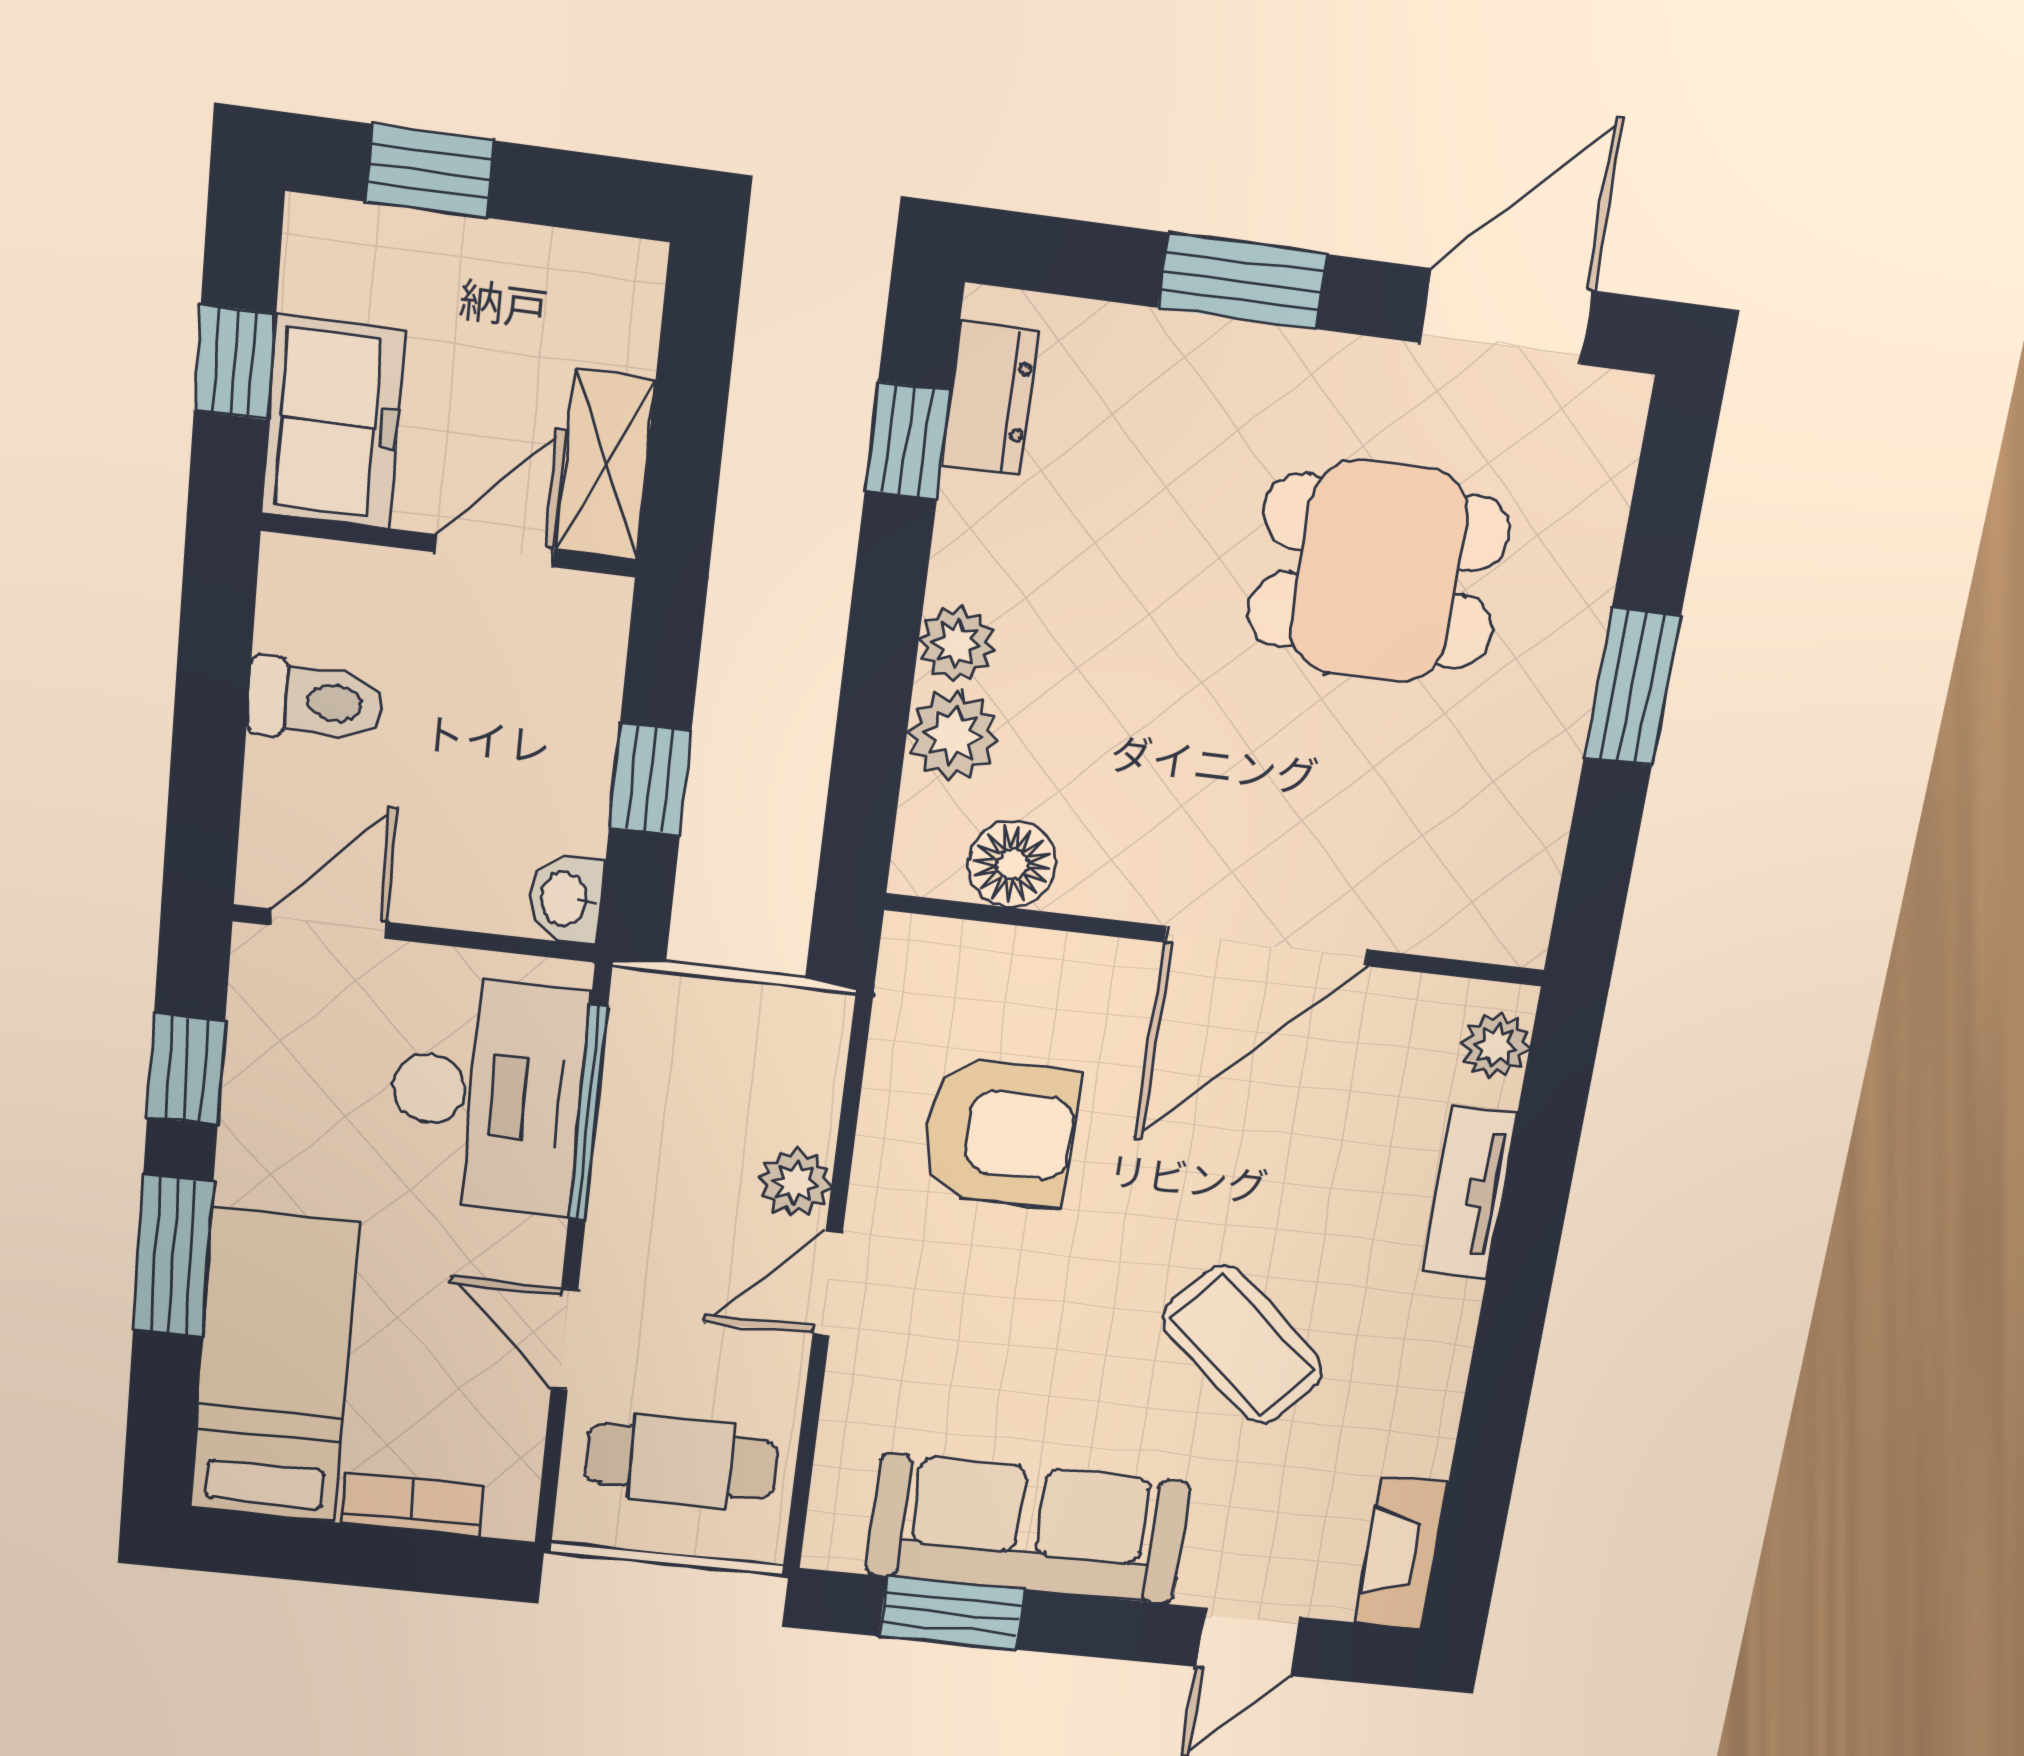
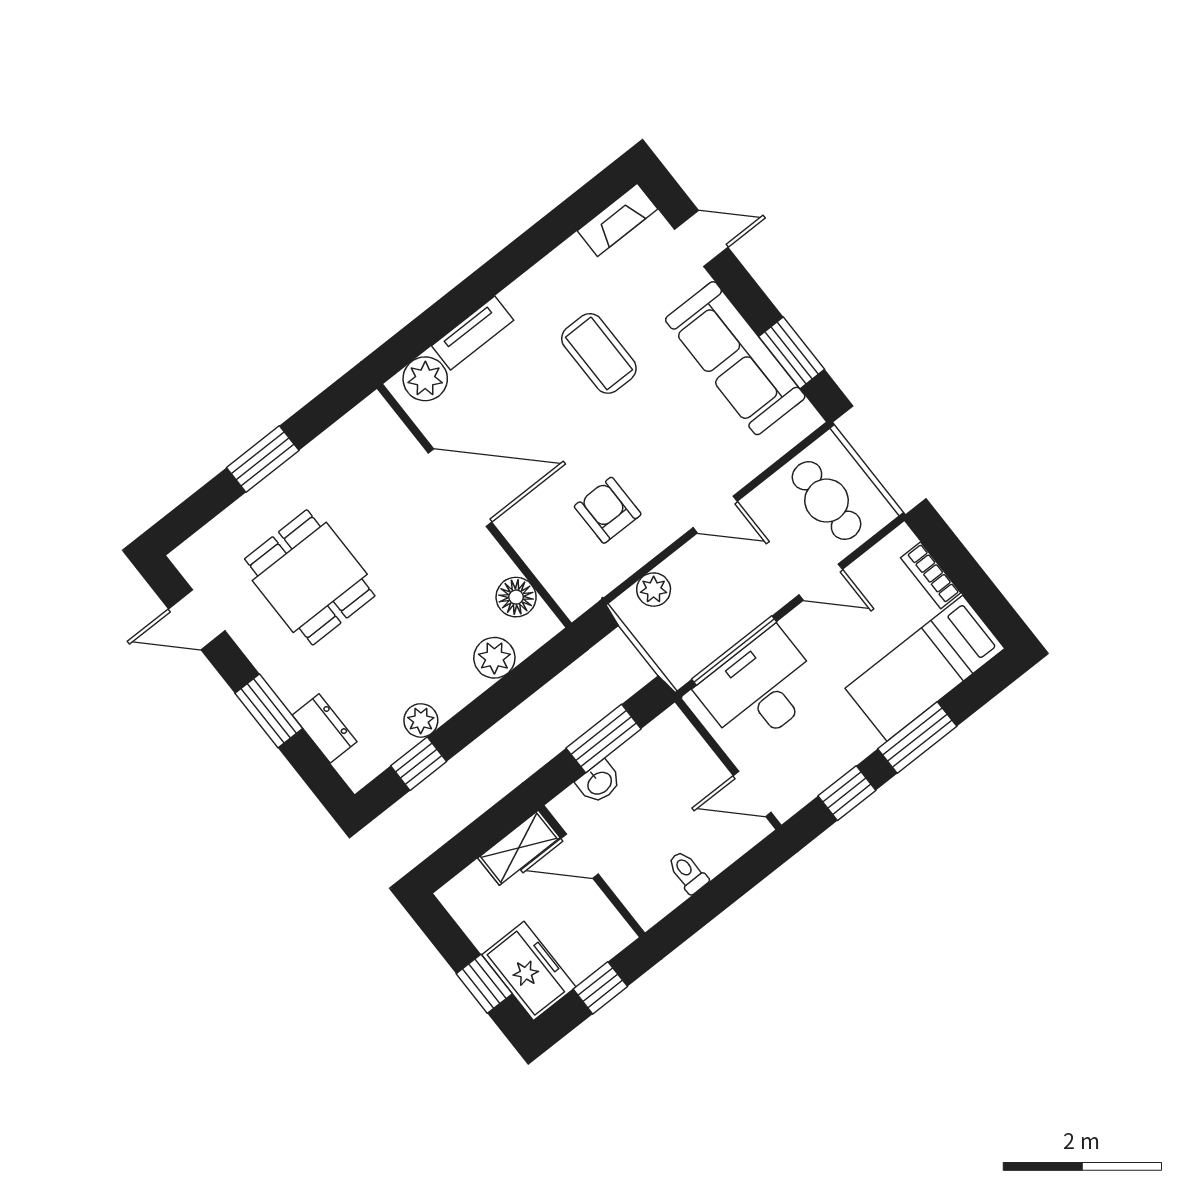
door: (1506, 317) -> (197, 620), width x0.73
dresser: (990, 399) -> (325, 728), moved, turned 90
freezer: (333, 422) -> (529, 971), moved, turned 90
plant: (957, 644) -> (421, 720), moved
toilet: (316, 701) -> (688, 872), width x0.73, depth x0.72
window: (650, 779) -> (604, 739), width x1.50
washbasin: (566, 899) -> (599, 782), moved
plant: (1495, 1046) -> (425, 379), width x1.38, depth x1.38
armchair: (999, 1133) -> (608, 510), width x0.72, depth x0.72
plant: (795, 1183) -> (654, 590), moved
door: (564, 1339) -> (821, 582), hinge flipped
coffee table: (1243, 1345) -> (599, 353), turned -41

